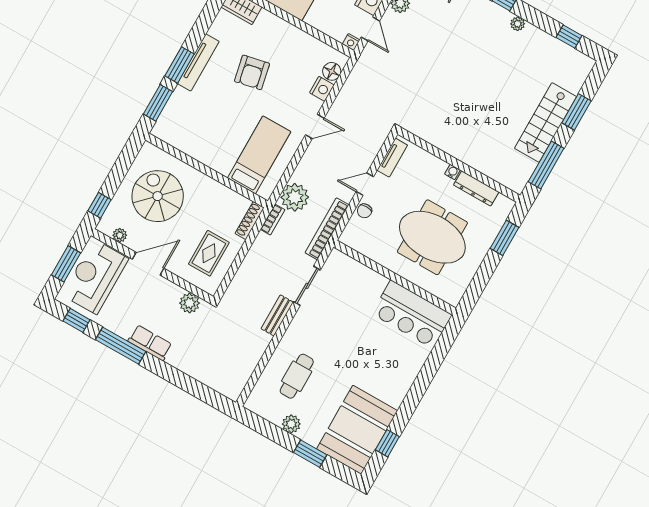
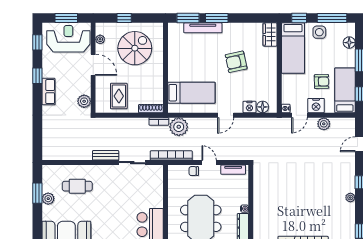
tv unit: (198, 62) -> (203, 28), moved
door: (315, 126) -> (226, 115), hinge flipped
window: (100, 205) -> (124, 18), moved
rug: (209, 253) -> (119, 96), turned 90
window: (121, 346) -> (37, 76), width x0.46
window: (310, 454) -> (37, 193), moved

